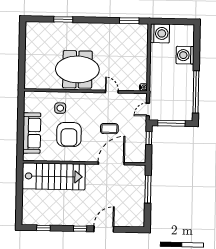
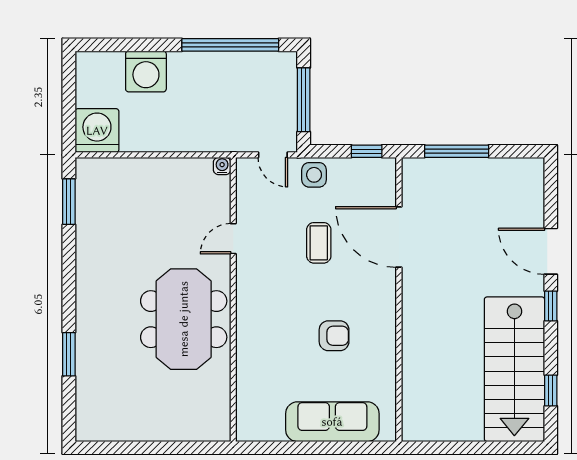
side table: (60, 108) -> (314, 175), moved
armchair: (69, 134) -> (334, 336), width x0.53, depth x0.53
window: (149, 138) -> (367, 151), moved
stairs: (54, 176) -> (514, 369), moved, turned 180

